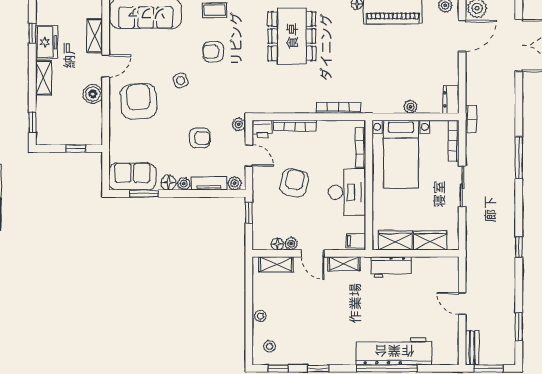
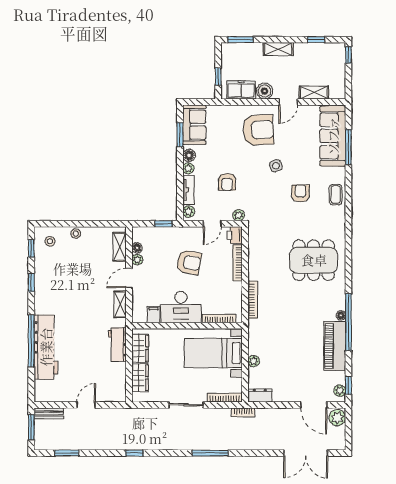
freezer: (46, 42) -> (241, 90), moved, turned 180
door: (106, 66) -> (288, 102), hinge flipped
window: (32, 122) -> (240, 40), width x1.50
filing cabinet: (356, 241) -> (154, 315), moved

